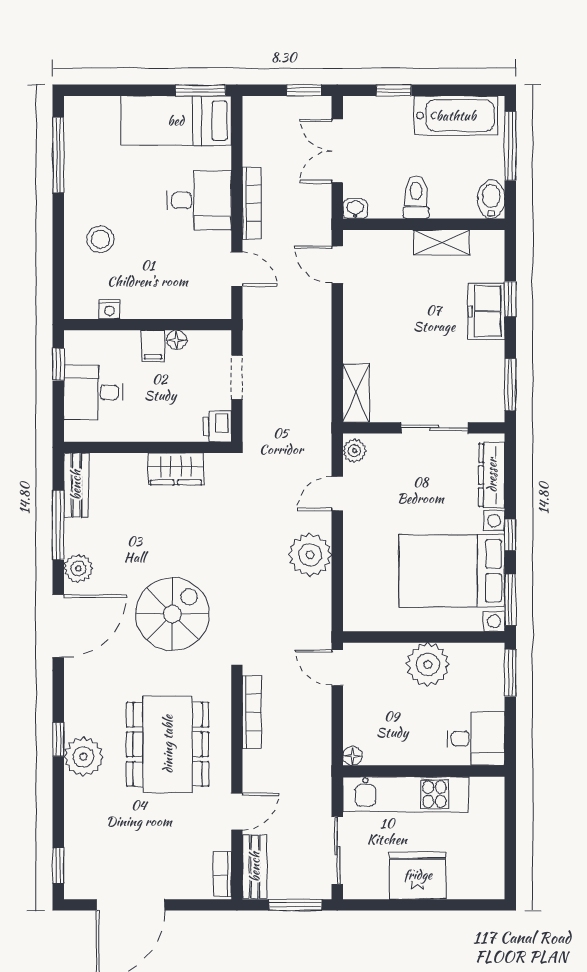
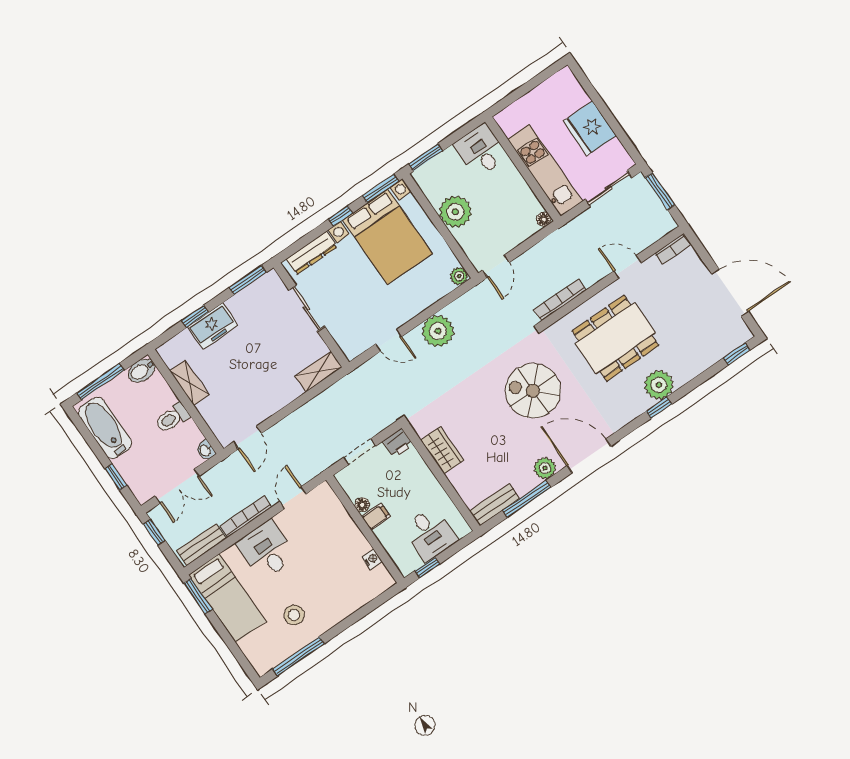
stool: (100, 239) -> (294, 615), moved
plant: (355, 451) -> (459, 276), moved
bench: (255, 867) -> (201, 545), moved

